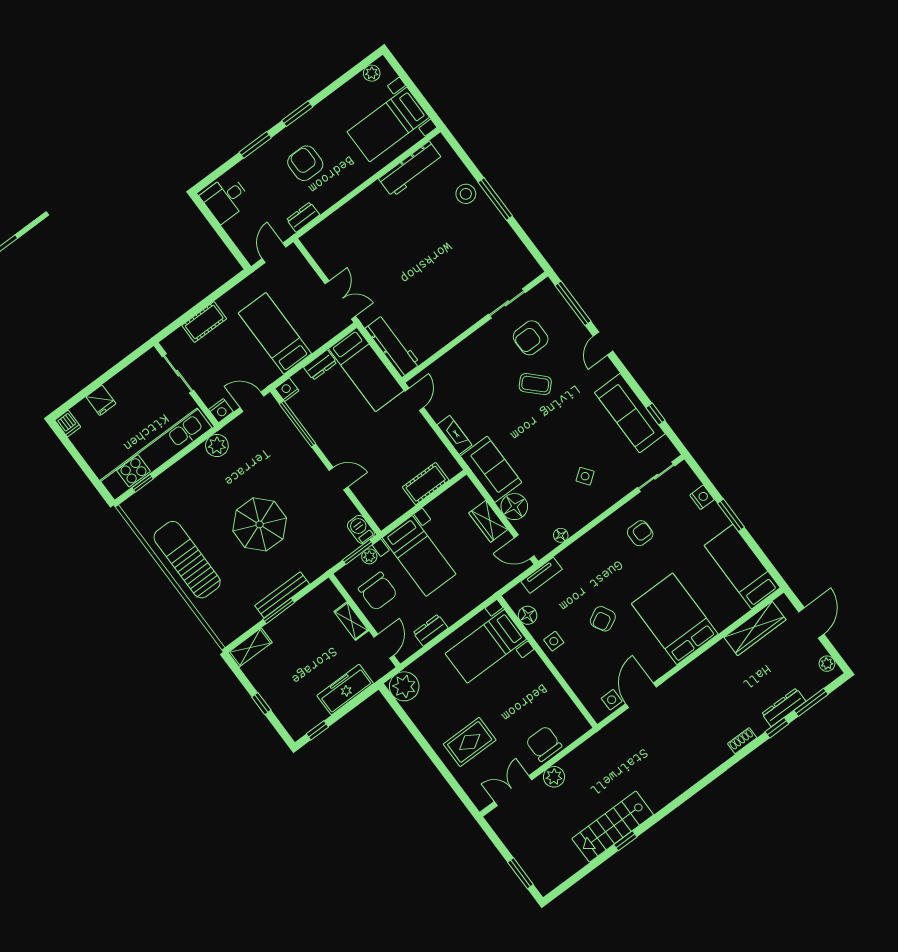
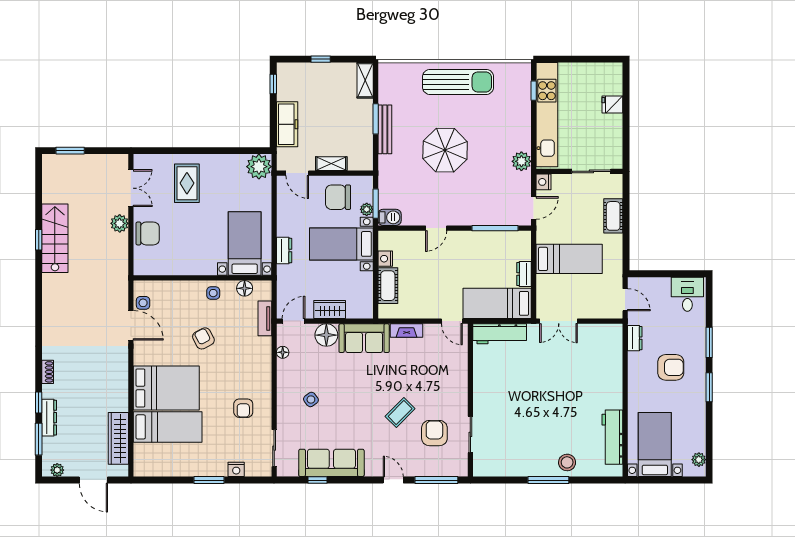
nightstand: (287, 390) -> (385, 259), moved, turned 180
dishwasher: (68, 423) -> (613, 70), removed
bed: (742, 567) -> (168, 427), moved
dresser: (431, 630) -> (284, 251), moved

